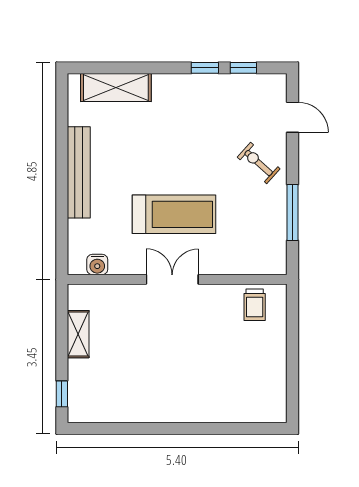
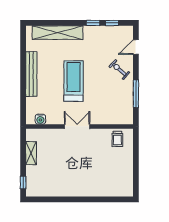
shelving: (116, 88) -> (58, 33), width x1.47
door: (292, 117) -> (136, 47), swing flipped
treadmill: (174, 214) -> (74, 81), moved, turned -90

